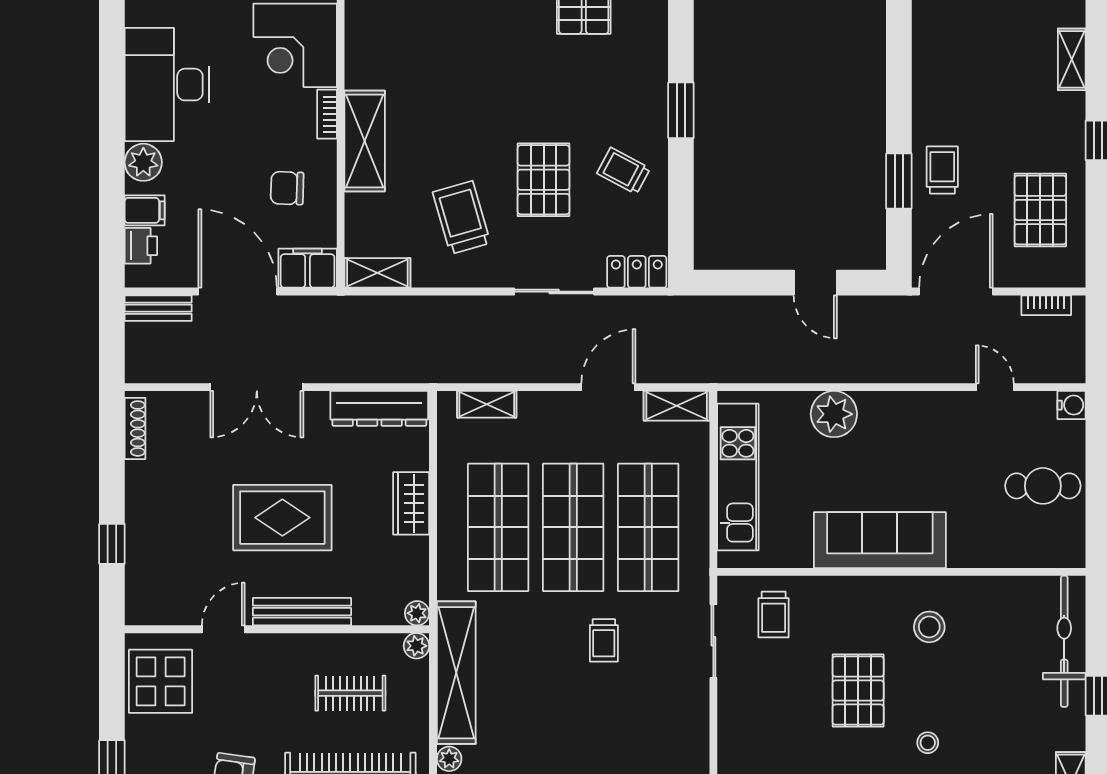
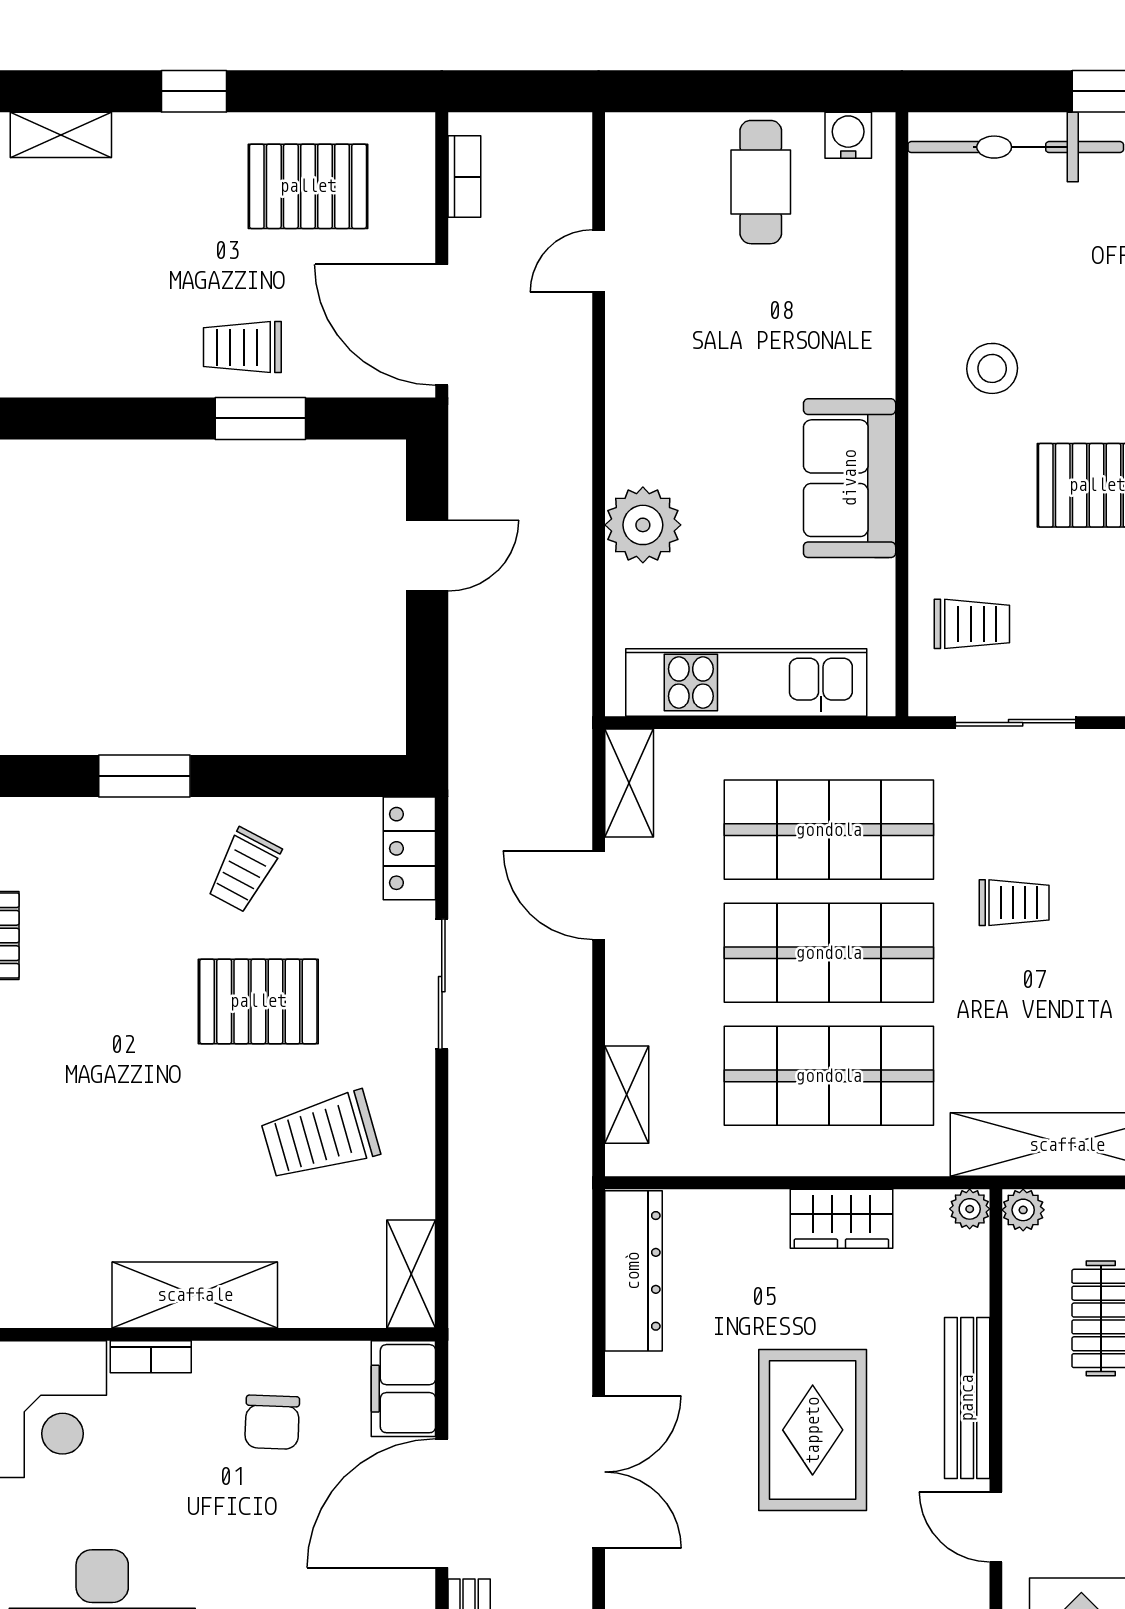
water cooler: (1071, 405) -> (848, 135), moved
wardrobe: (411, 503) -> (841, 1219), moved
sofa: (880, 540) -> (850, 478), width x0.73

